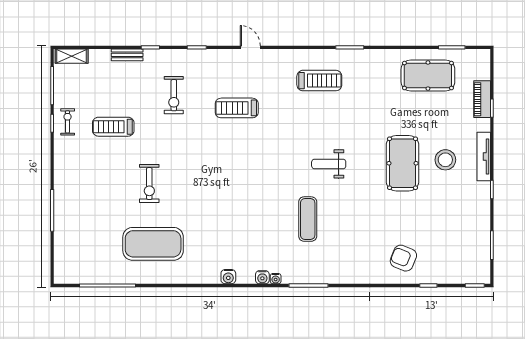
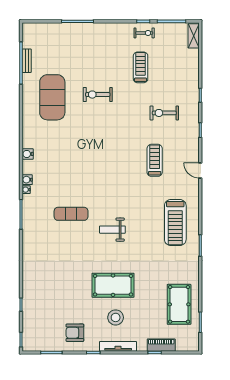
door: (250, 47) -> (200, 171), swing flipped
bench: (127, 55) -> (27, 61), moved
treadmill: (319, 81) -> (175, 223), width x1.37, depth x1.38
weight bench: (329, 164) -> (112, 230), turned -90
armchair: (403, 258) -> (75, 333), moved, turned -112

